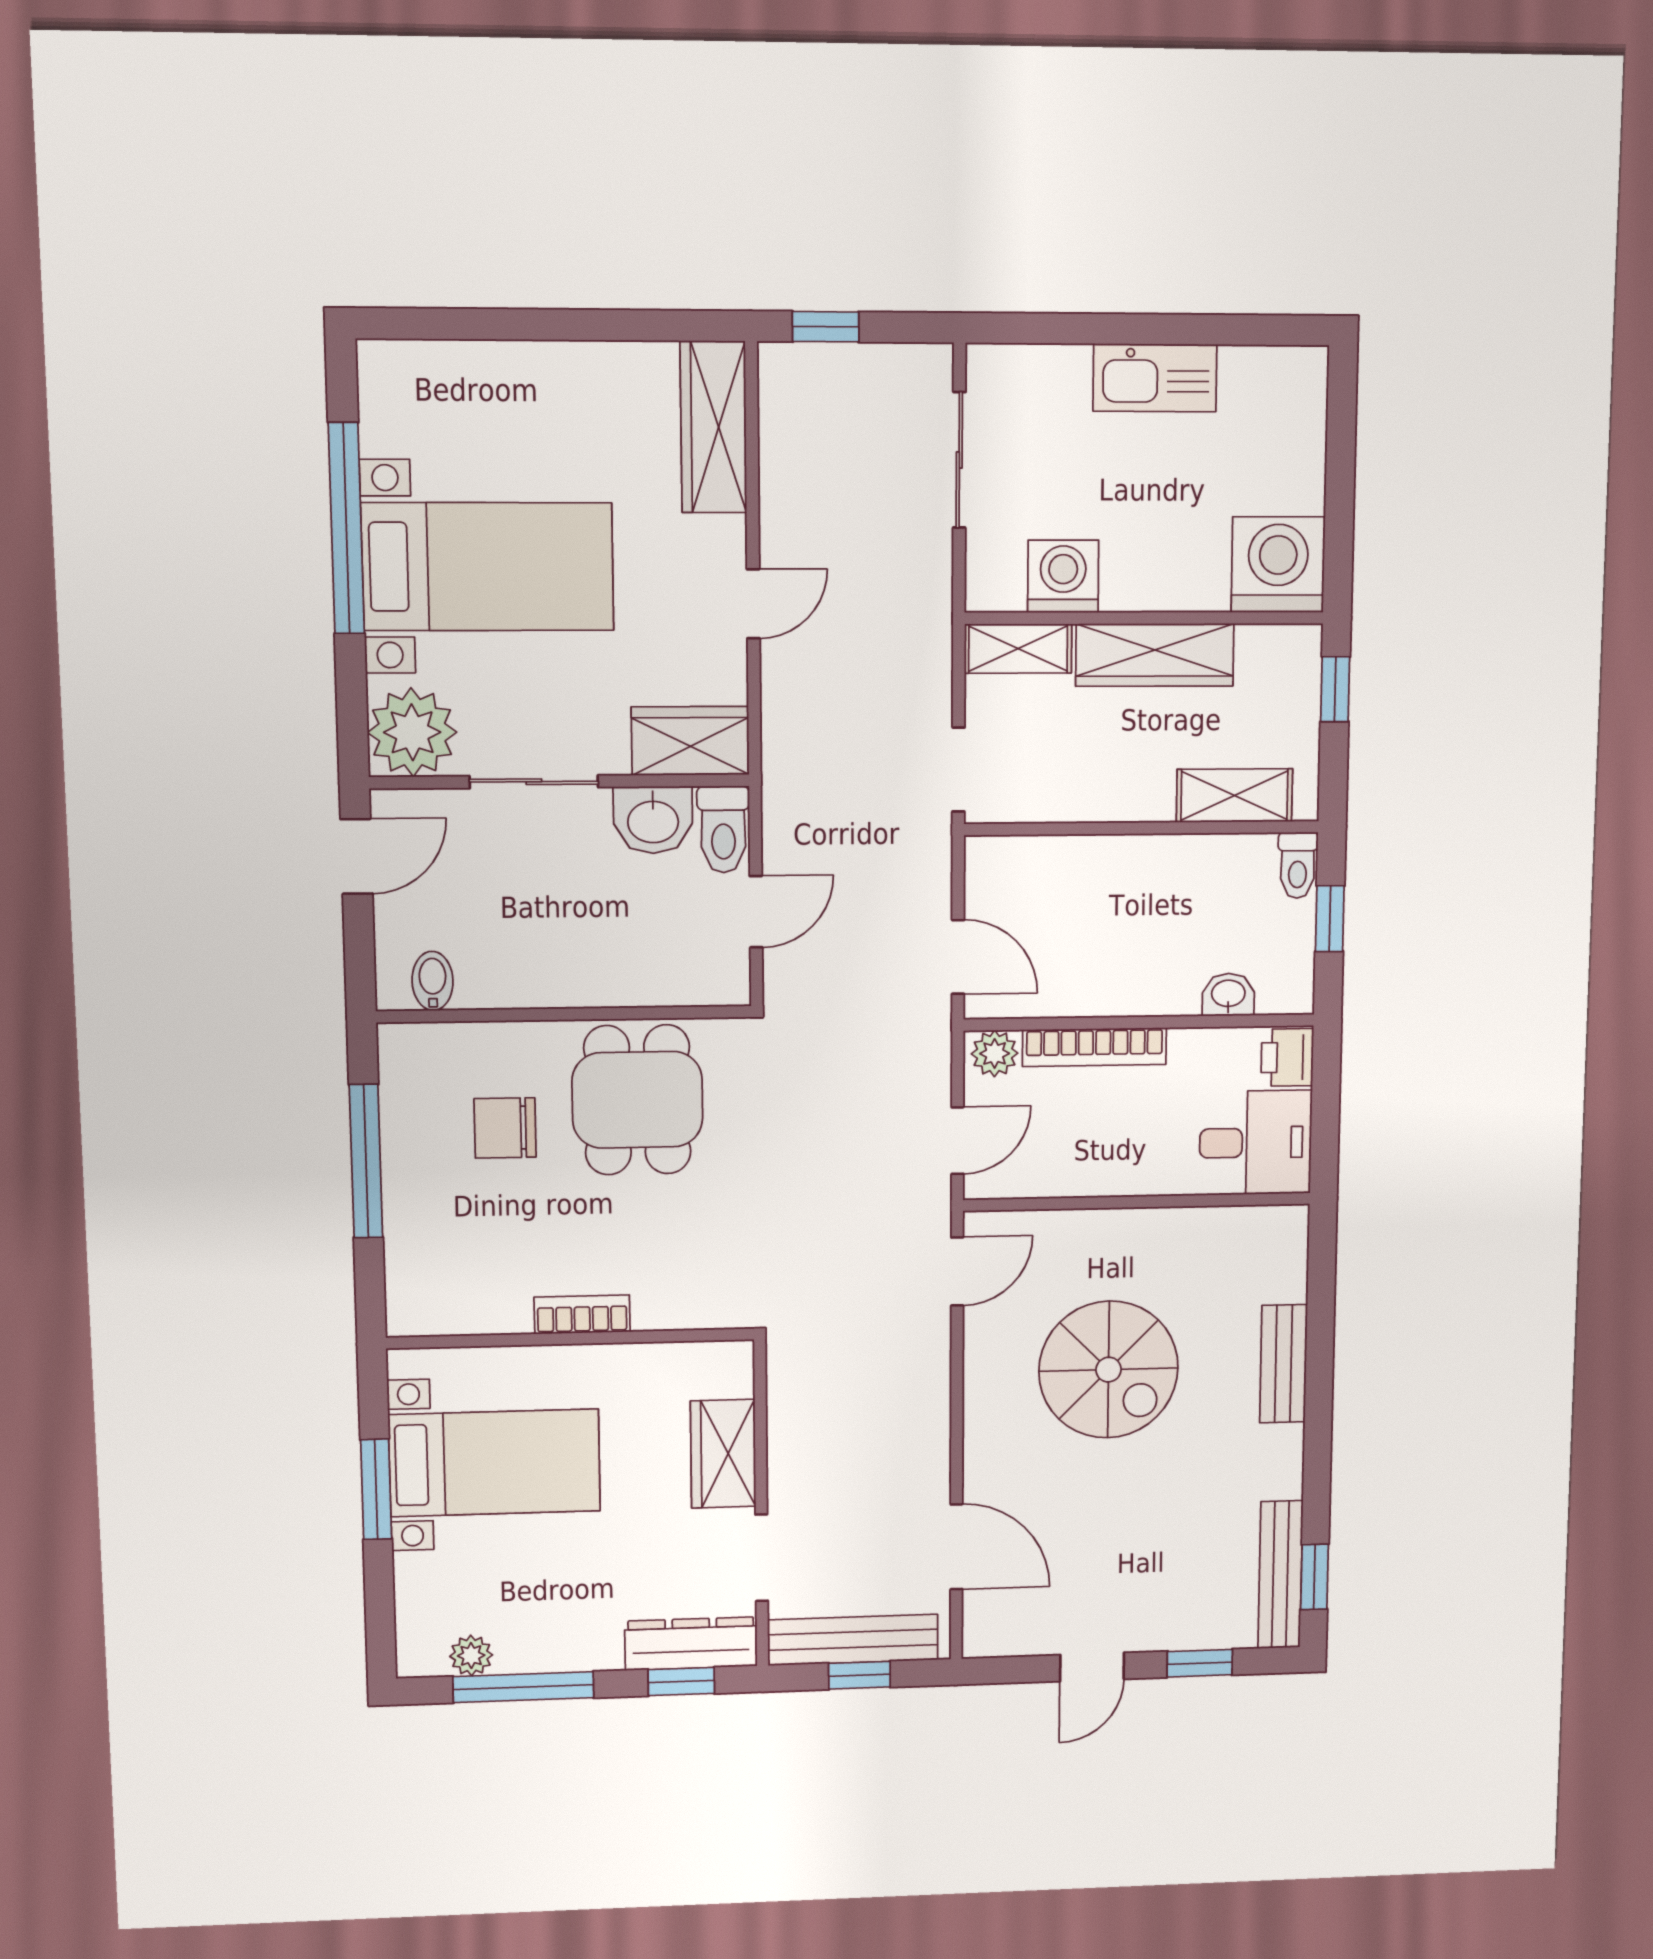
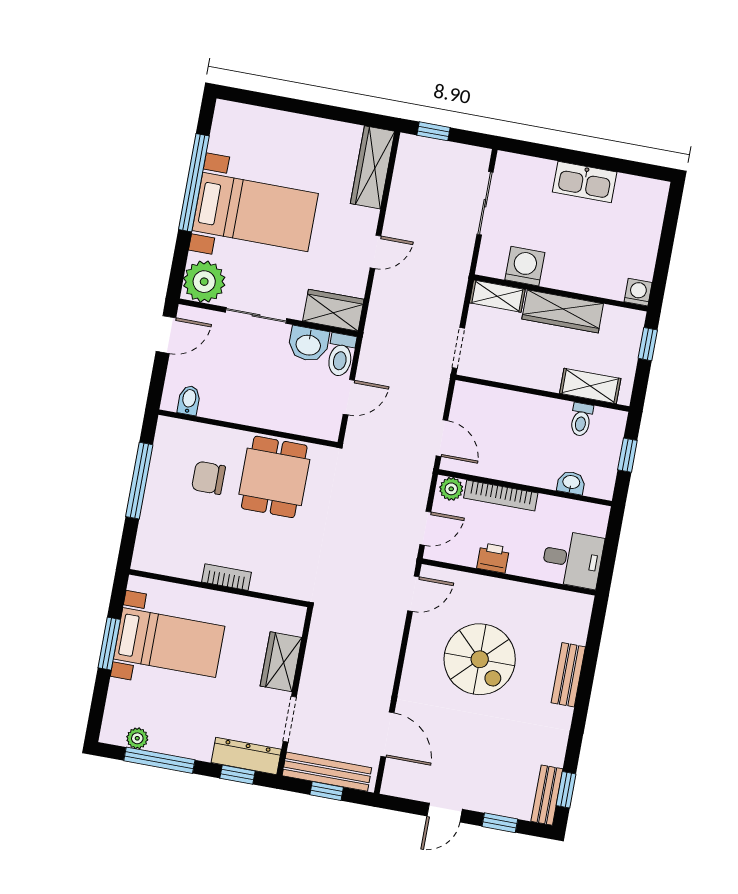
washing machine: (1278, 565) -> (638, 292), width x0.53, depth x0.53
toilet: (1298, 865) -> (581, 420), moved
printer: (1287, 1057) -> (493, 558), moved, turned 90
bench: (1280, 1575) -> (547, 795), width x0.73

